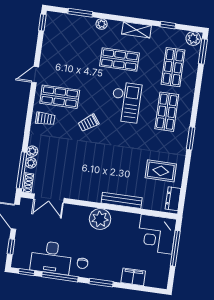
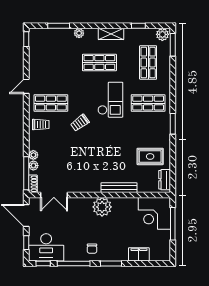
shop shelf: (167, 112) -> (148, 103), turned 90
desk: (51, 257) -> (46, 247), moved

